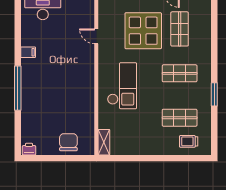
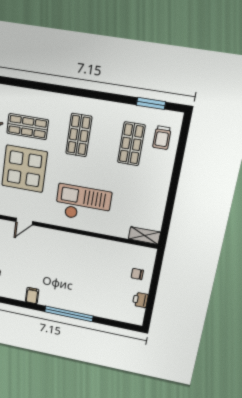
window: (214, 94) -> (151, 103), moved
chair: (68, 142) -> (137, 274), width x0.54, depth x0.54
printer: (29, 149) -> (140, 300), moved

